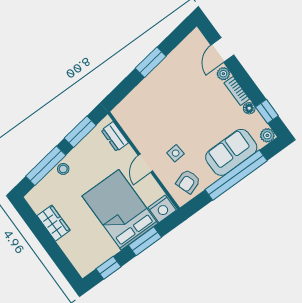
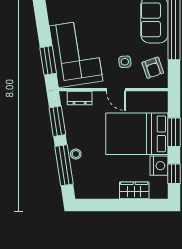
window: (151, 62) -> (48, 60), moved
corner sofa: (152, 105) -> (76, 53), added
nightstand: (162, 209) -> (159, 166), moved
wardrobe: (54, 223) -> (134, 190), moved

